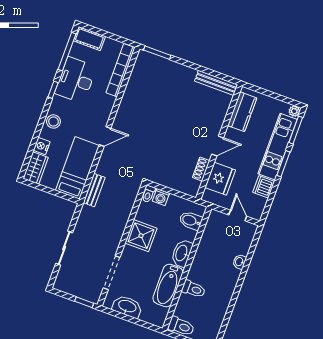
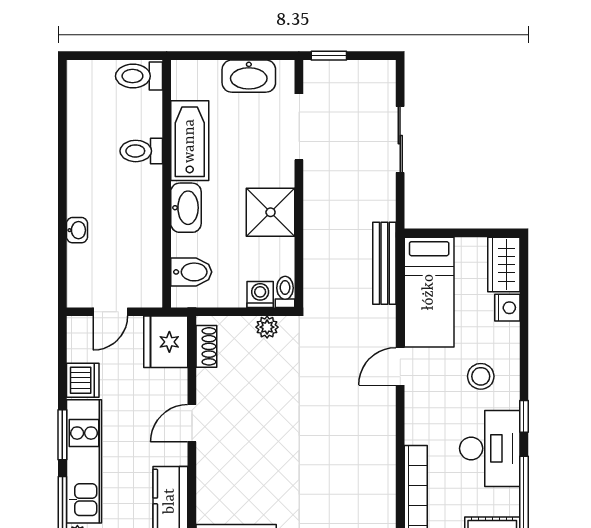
stool: (53, 121) -> (481, 376), moved
shoe rack: (201, 169) -> (206, 346), moved
fridge: (220, 179) -> (166, 342), moved
plant: (163, 180) -> (267, 327), added
bench: (94, 190) -> (384, 263), width x1.36
door: (238, 216) -> (110, 312), hinge flipped

